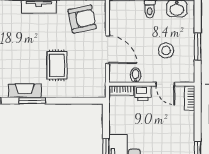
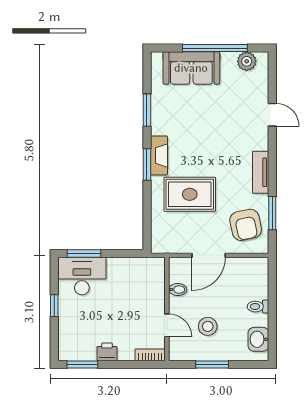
rug: (57, 65) -> (190, 194), width x1.36, depth x1.43
door: (165, 84) -> (167, 325), swing flipped
bookcase: (121, 91) -> (159, 272), removed
printer: (143, 93) -> (107, 352), moved, turned 90

